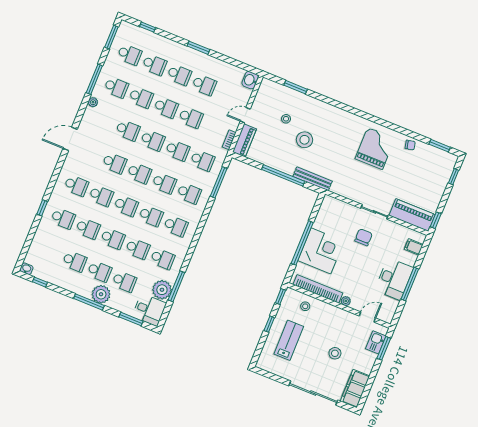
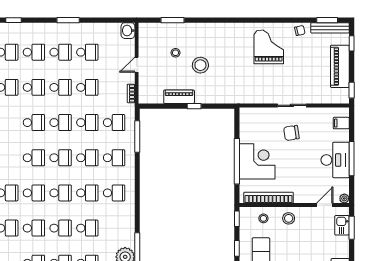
piano: (244, 140) -> (179, 97), moved, turned -90
window: (283, 175) -> (194, 106), width x0.32
bench: (313, 179) -> (330, 28), moved
piano: (412, 215) -> (340, 66), moved, turned -90
chair: (364, 237) -> (291, 133), turned -99
school desk: (162, 259) -> (114, 228), removed
plant: (346, 301) -> (344, 198), moved
stool: (335, 353) -> (289, 218), moved

